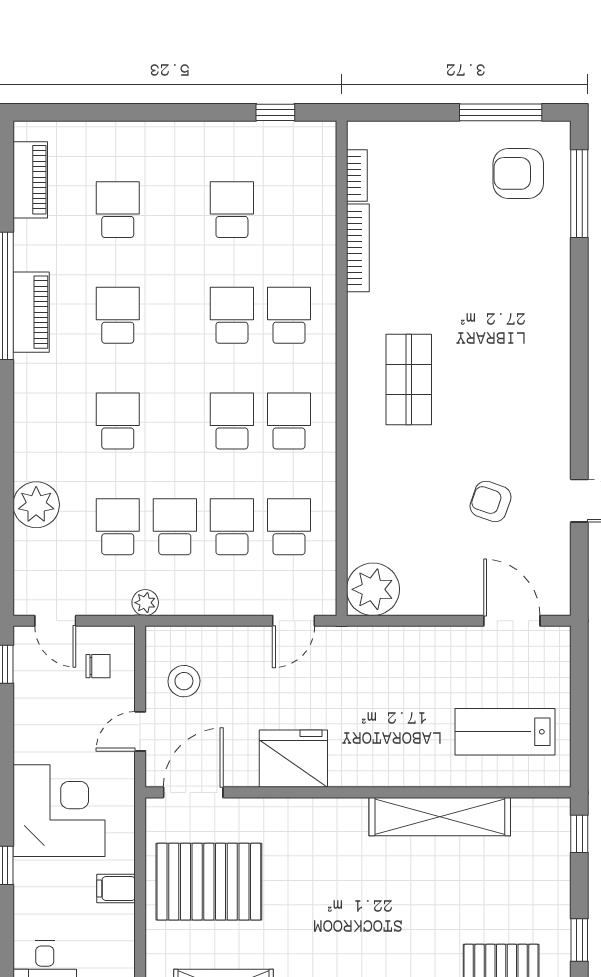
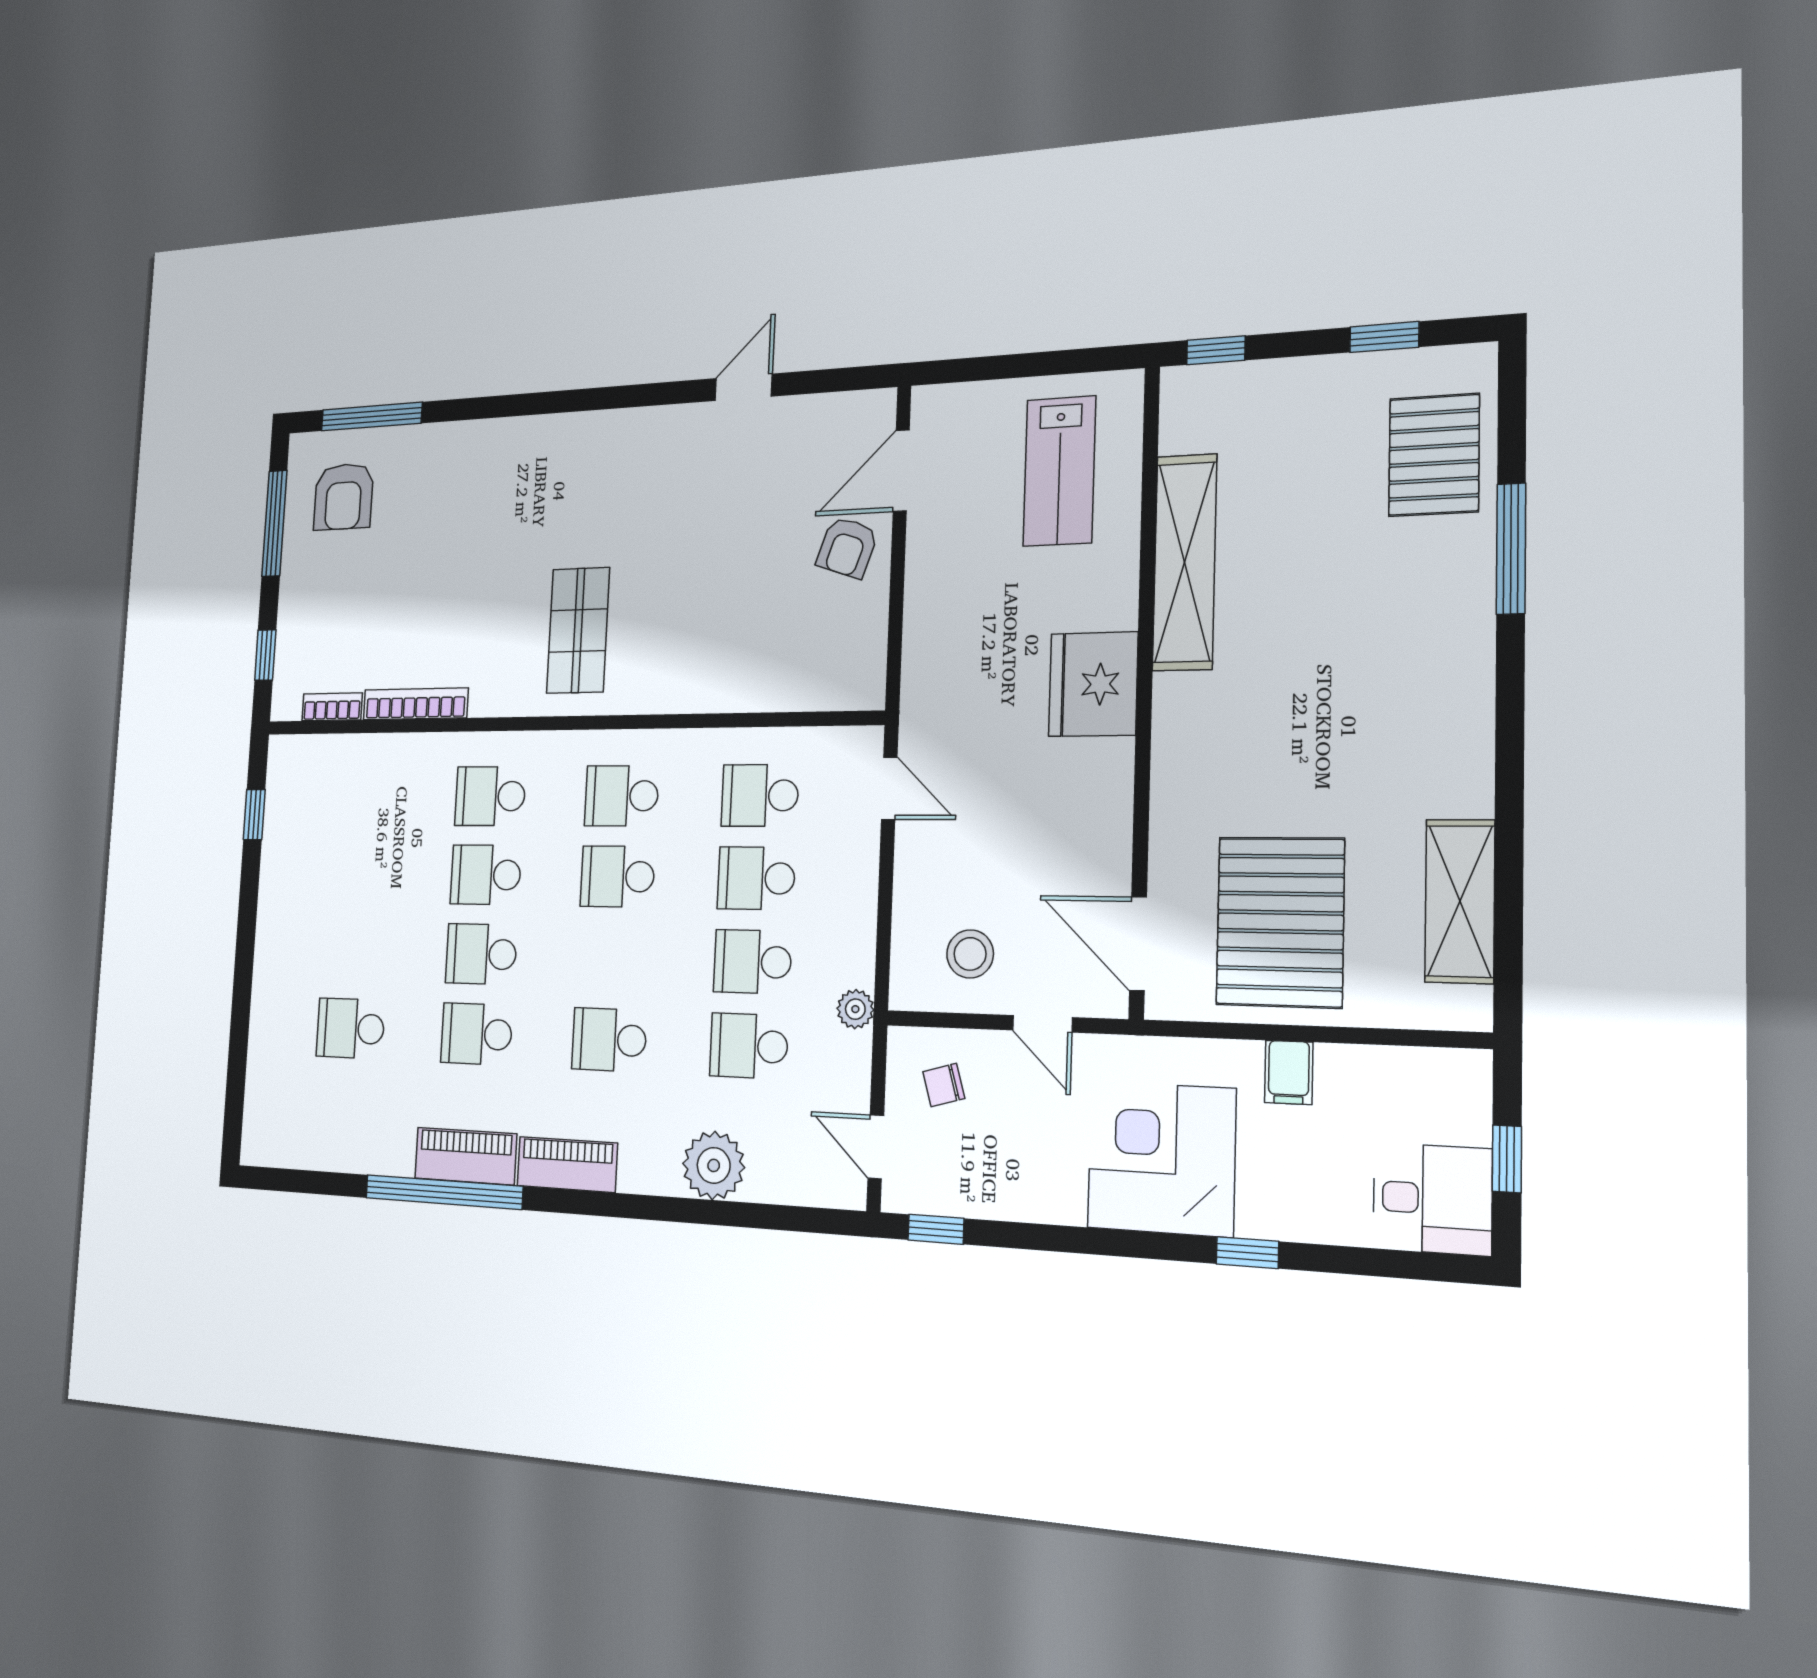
window: (398, 112) -> (265, 655), added
piano: (30, 180) -> (567, 1164), moved
school desk: (232, 210) -> (481, 954), moved
shop shelf: (409, 380) -> (578, 630), turned 90
armchair: (491, 501) -> (847, 547), moved
plant: (373, 589) -> (850, 673), removed
door: (55, 621) -> (876, 1147), swing flipped
chair: (98, 666) -> (944, 1085), turned -106
fridge: (293, 759) -> (1093, 684), moved

